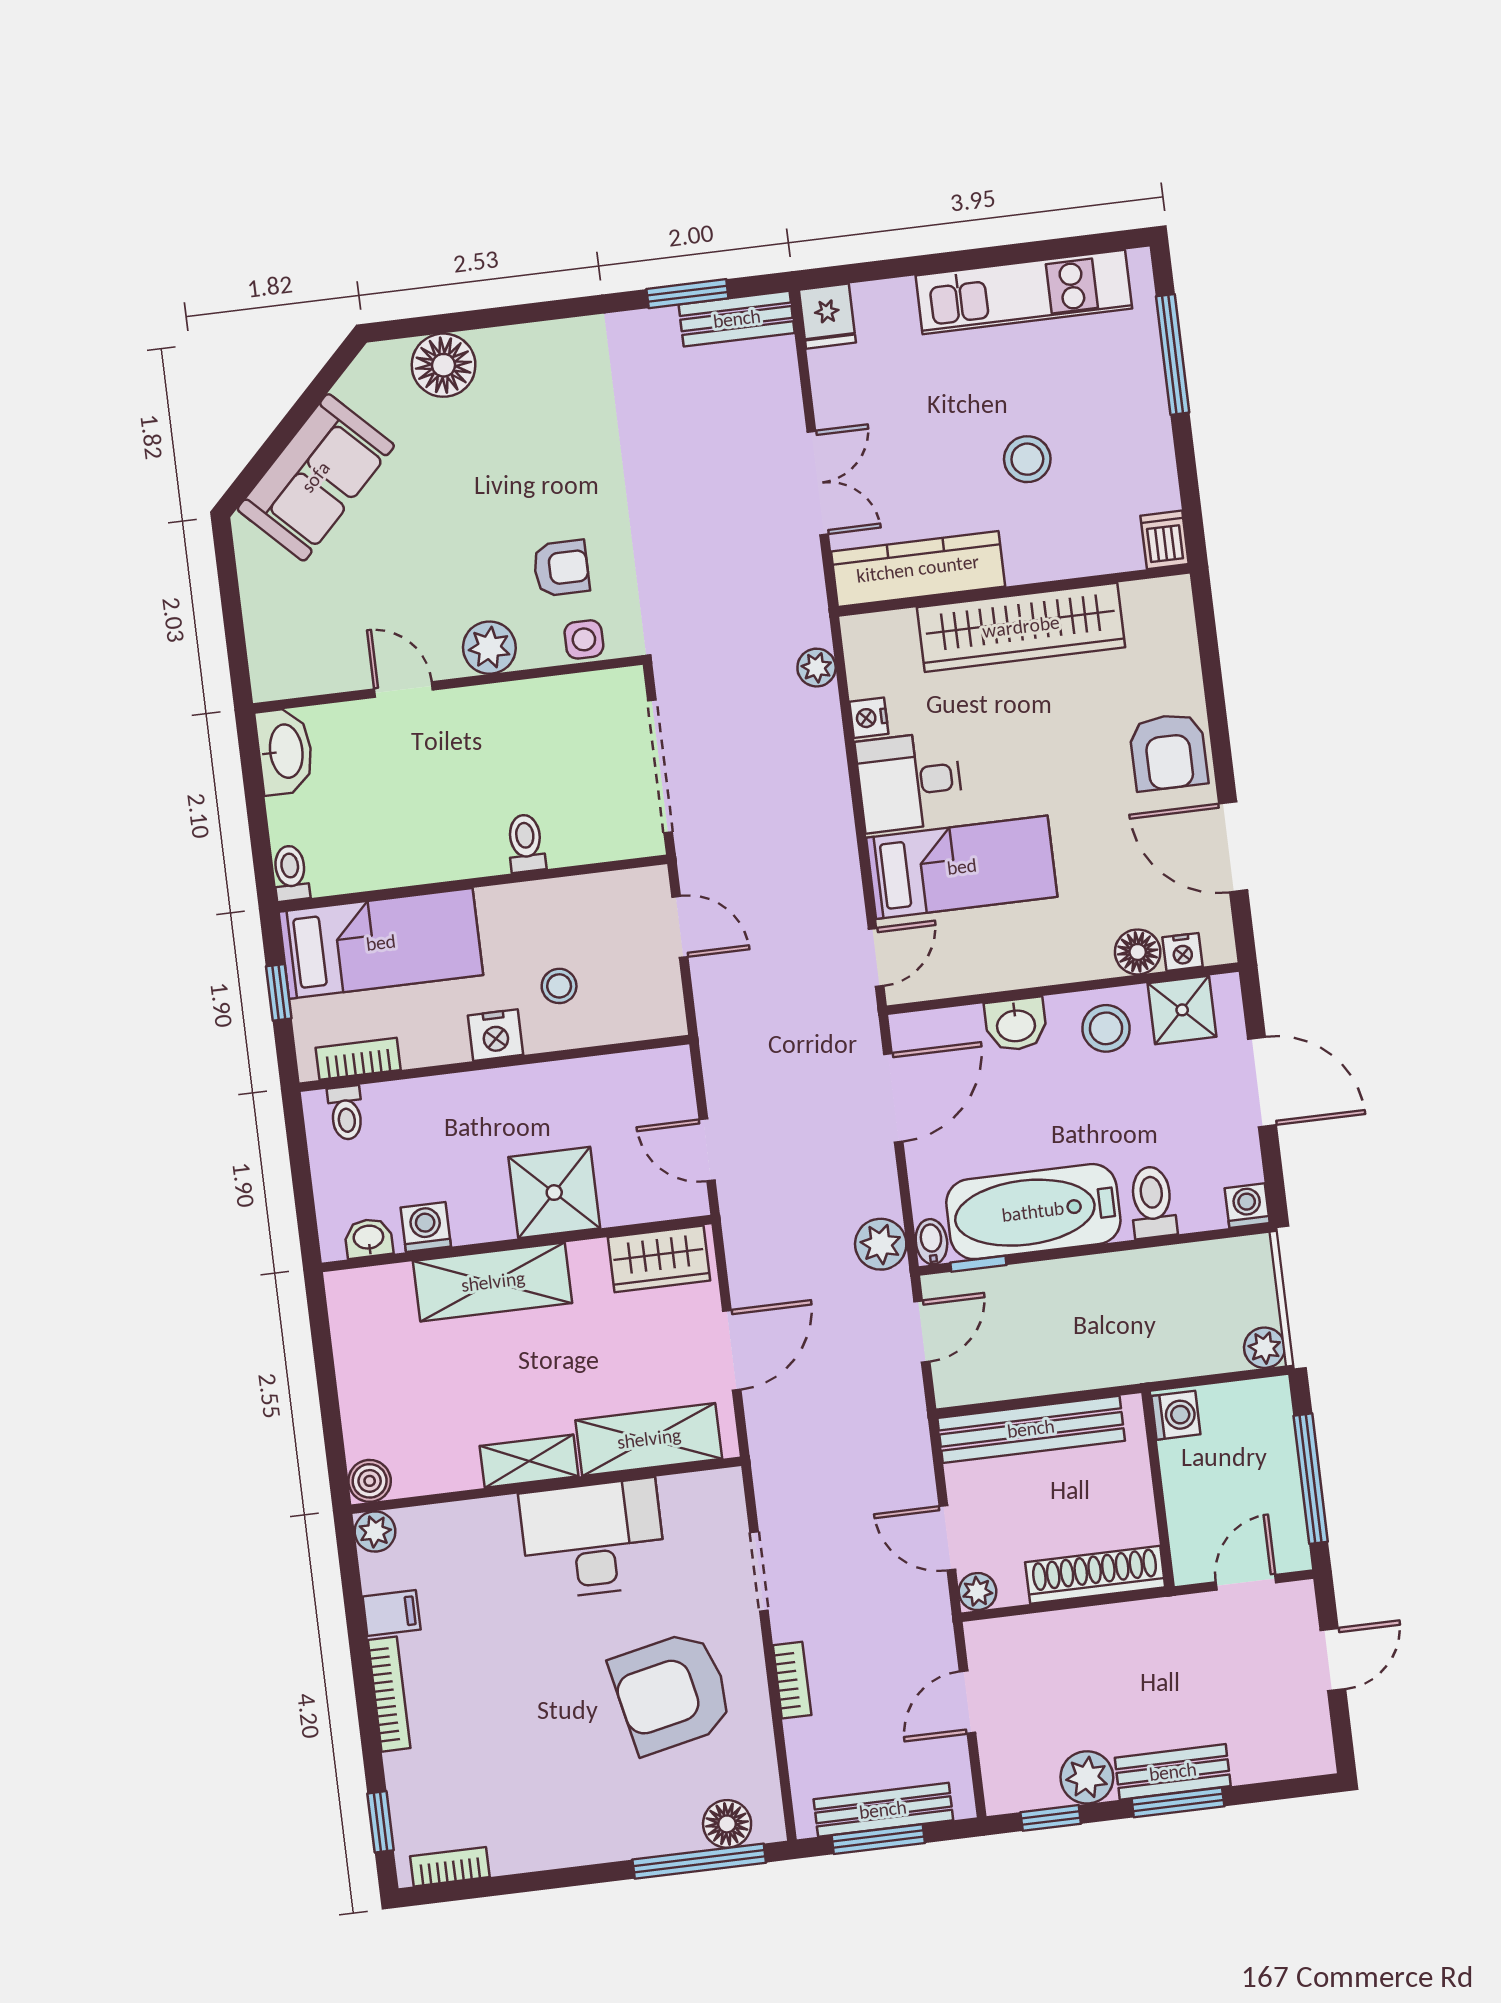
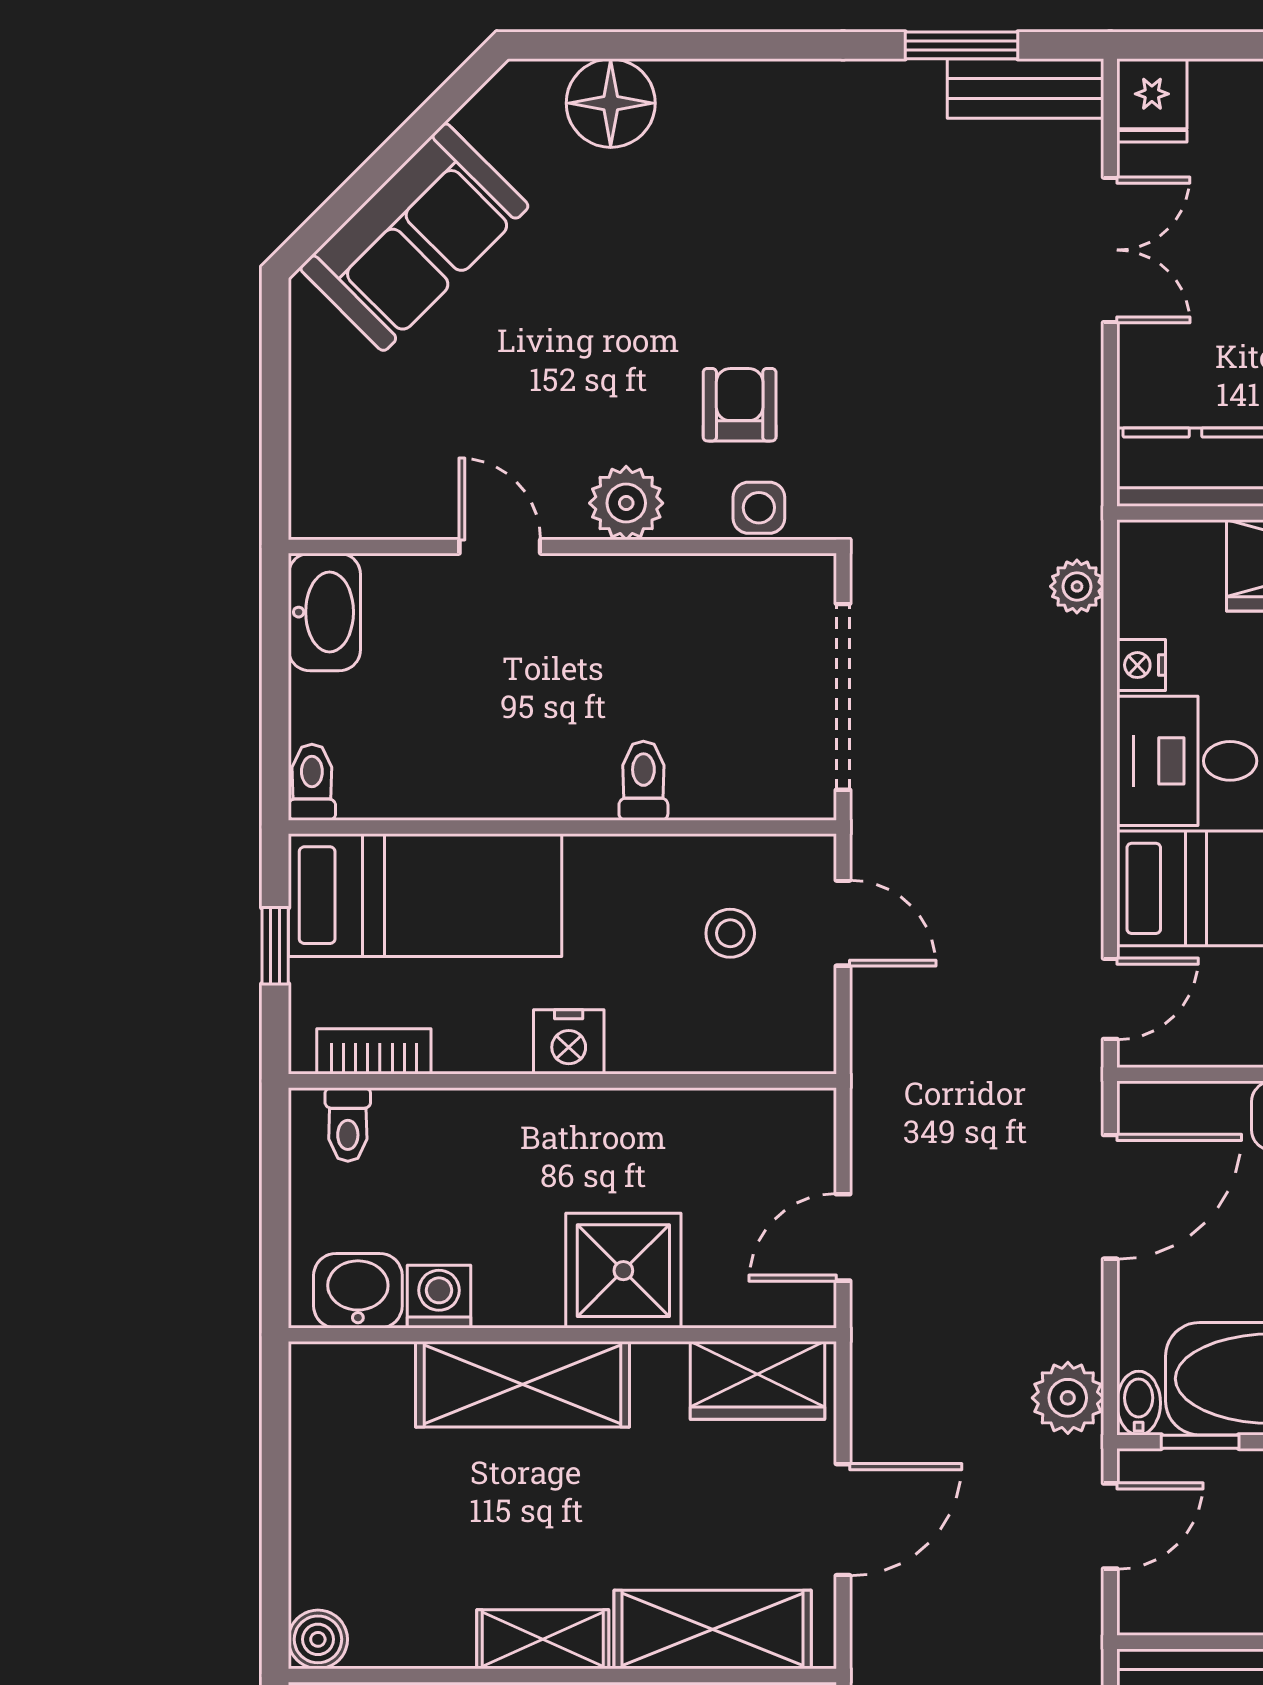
double door: (818, 483) -> (1110, 250), moved
armchair: (561, 568) -> (740, 405), turned -90
stool: (559, 986) -> (730, 933), moved
door: (707, 1150) -> (843, 1237), hinge flipped
washbasin: (369, 1238) -> (358, 1291), width x1.38, depth x1.45

